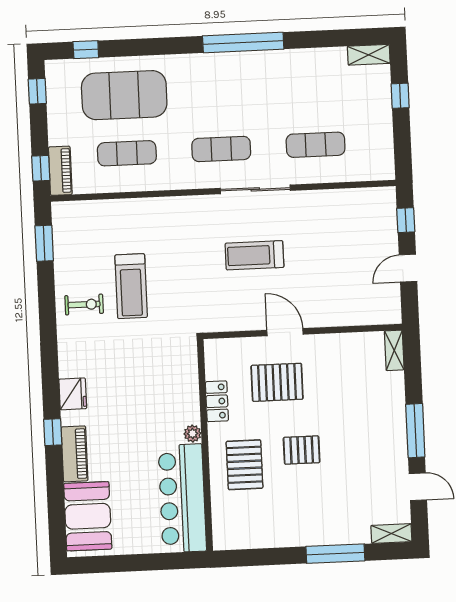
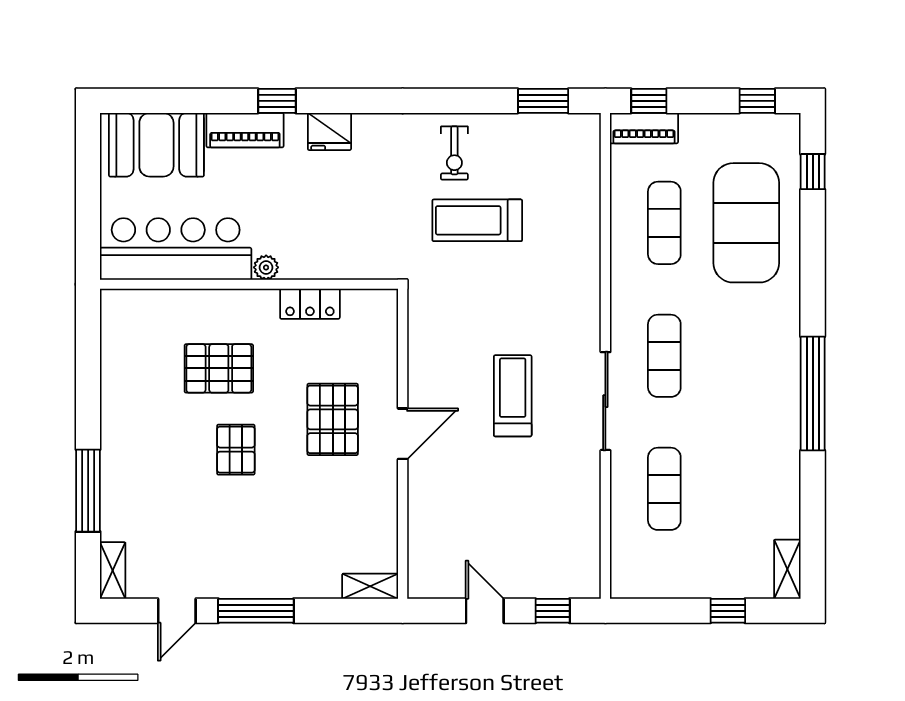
locker: (217, 401) -> (310, 304), moved
plant: (193, 434) -> (266, 267), moved
wall: (205, 445) -> (249, 284), moved
bar counter: (182, 498) -> (176, 249), moved

